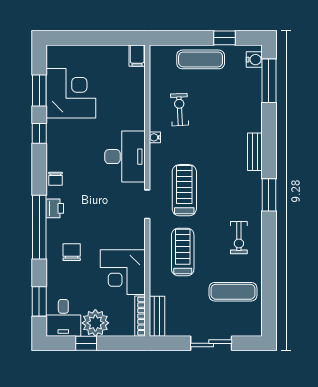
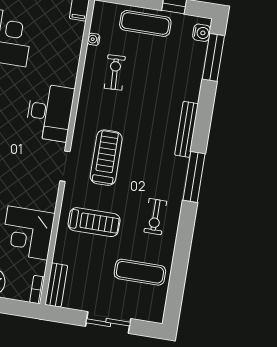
water cooler: (155, 137) -> (94, 39), moved
bench: (255, 152) -> (187, 129), width x1.36
window: (269, 195) -> (194, 177), width x1.44
treadmill: (183, 252) -> (94, 222), turned 90
bookcase: (140, 316) -> (37, 290), width x0.64

